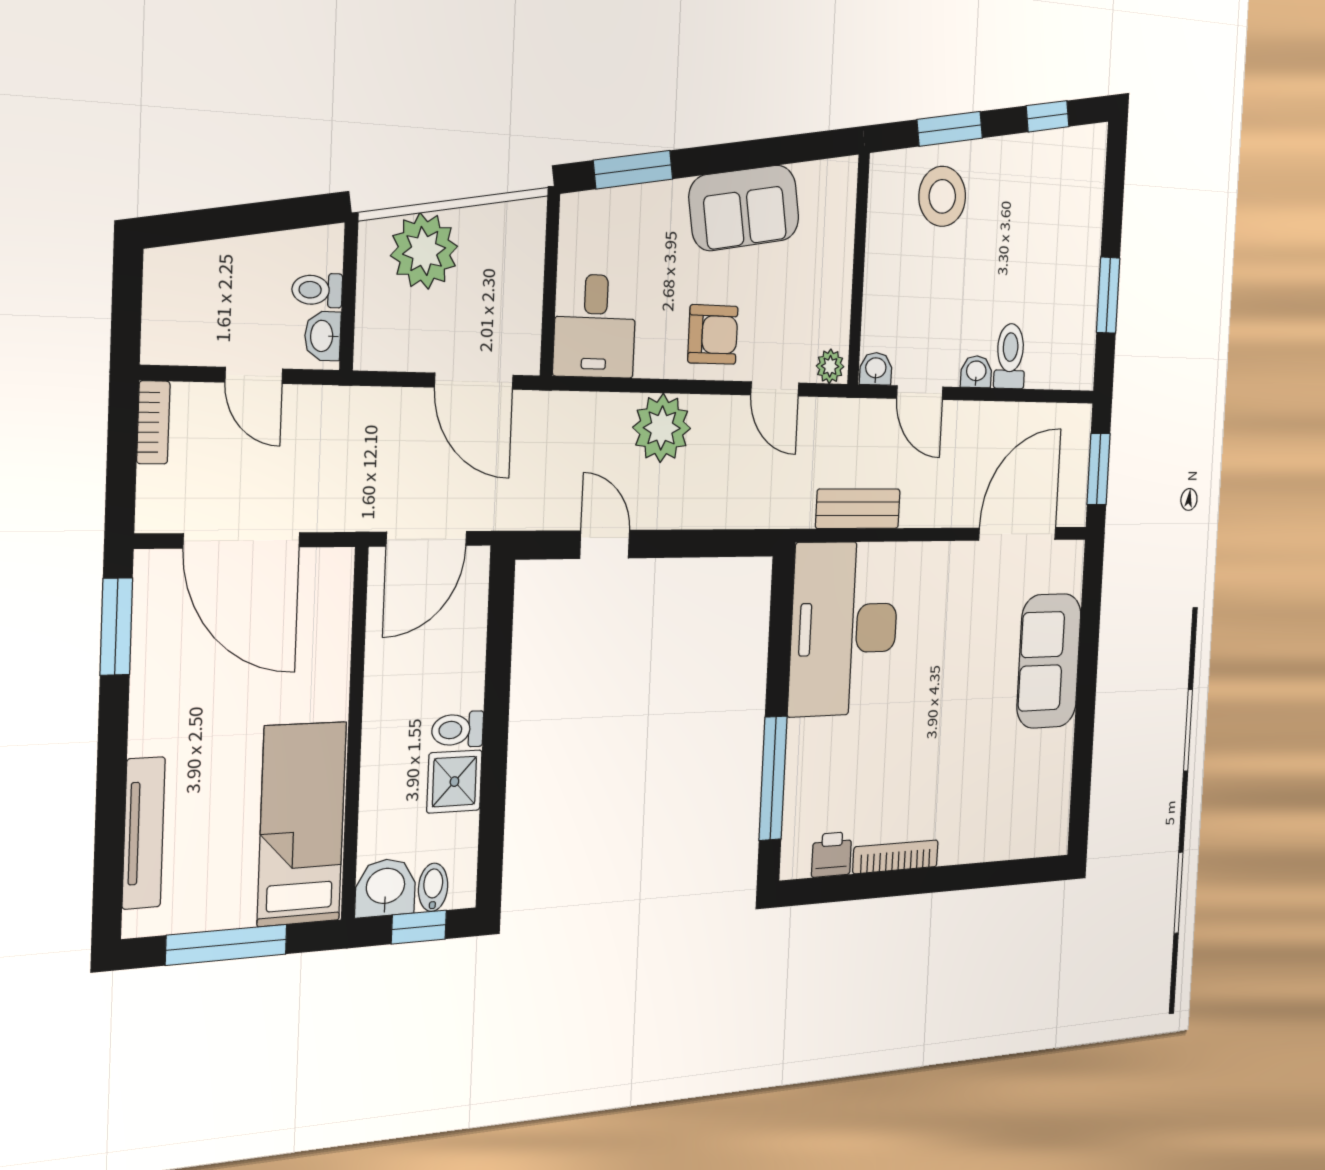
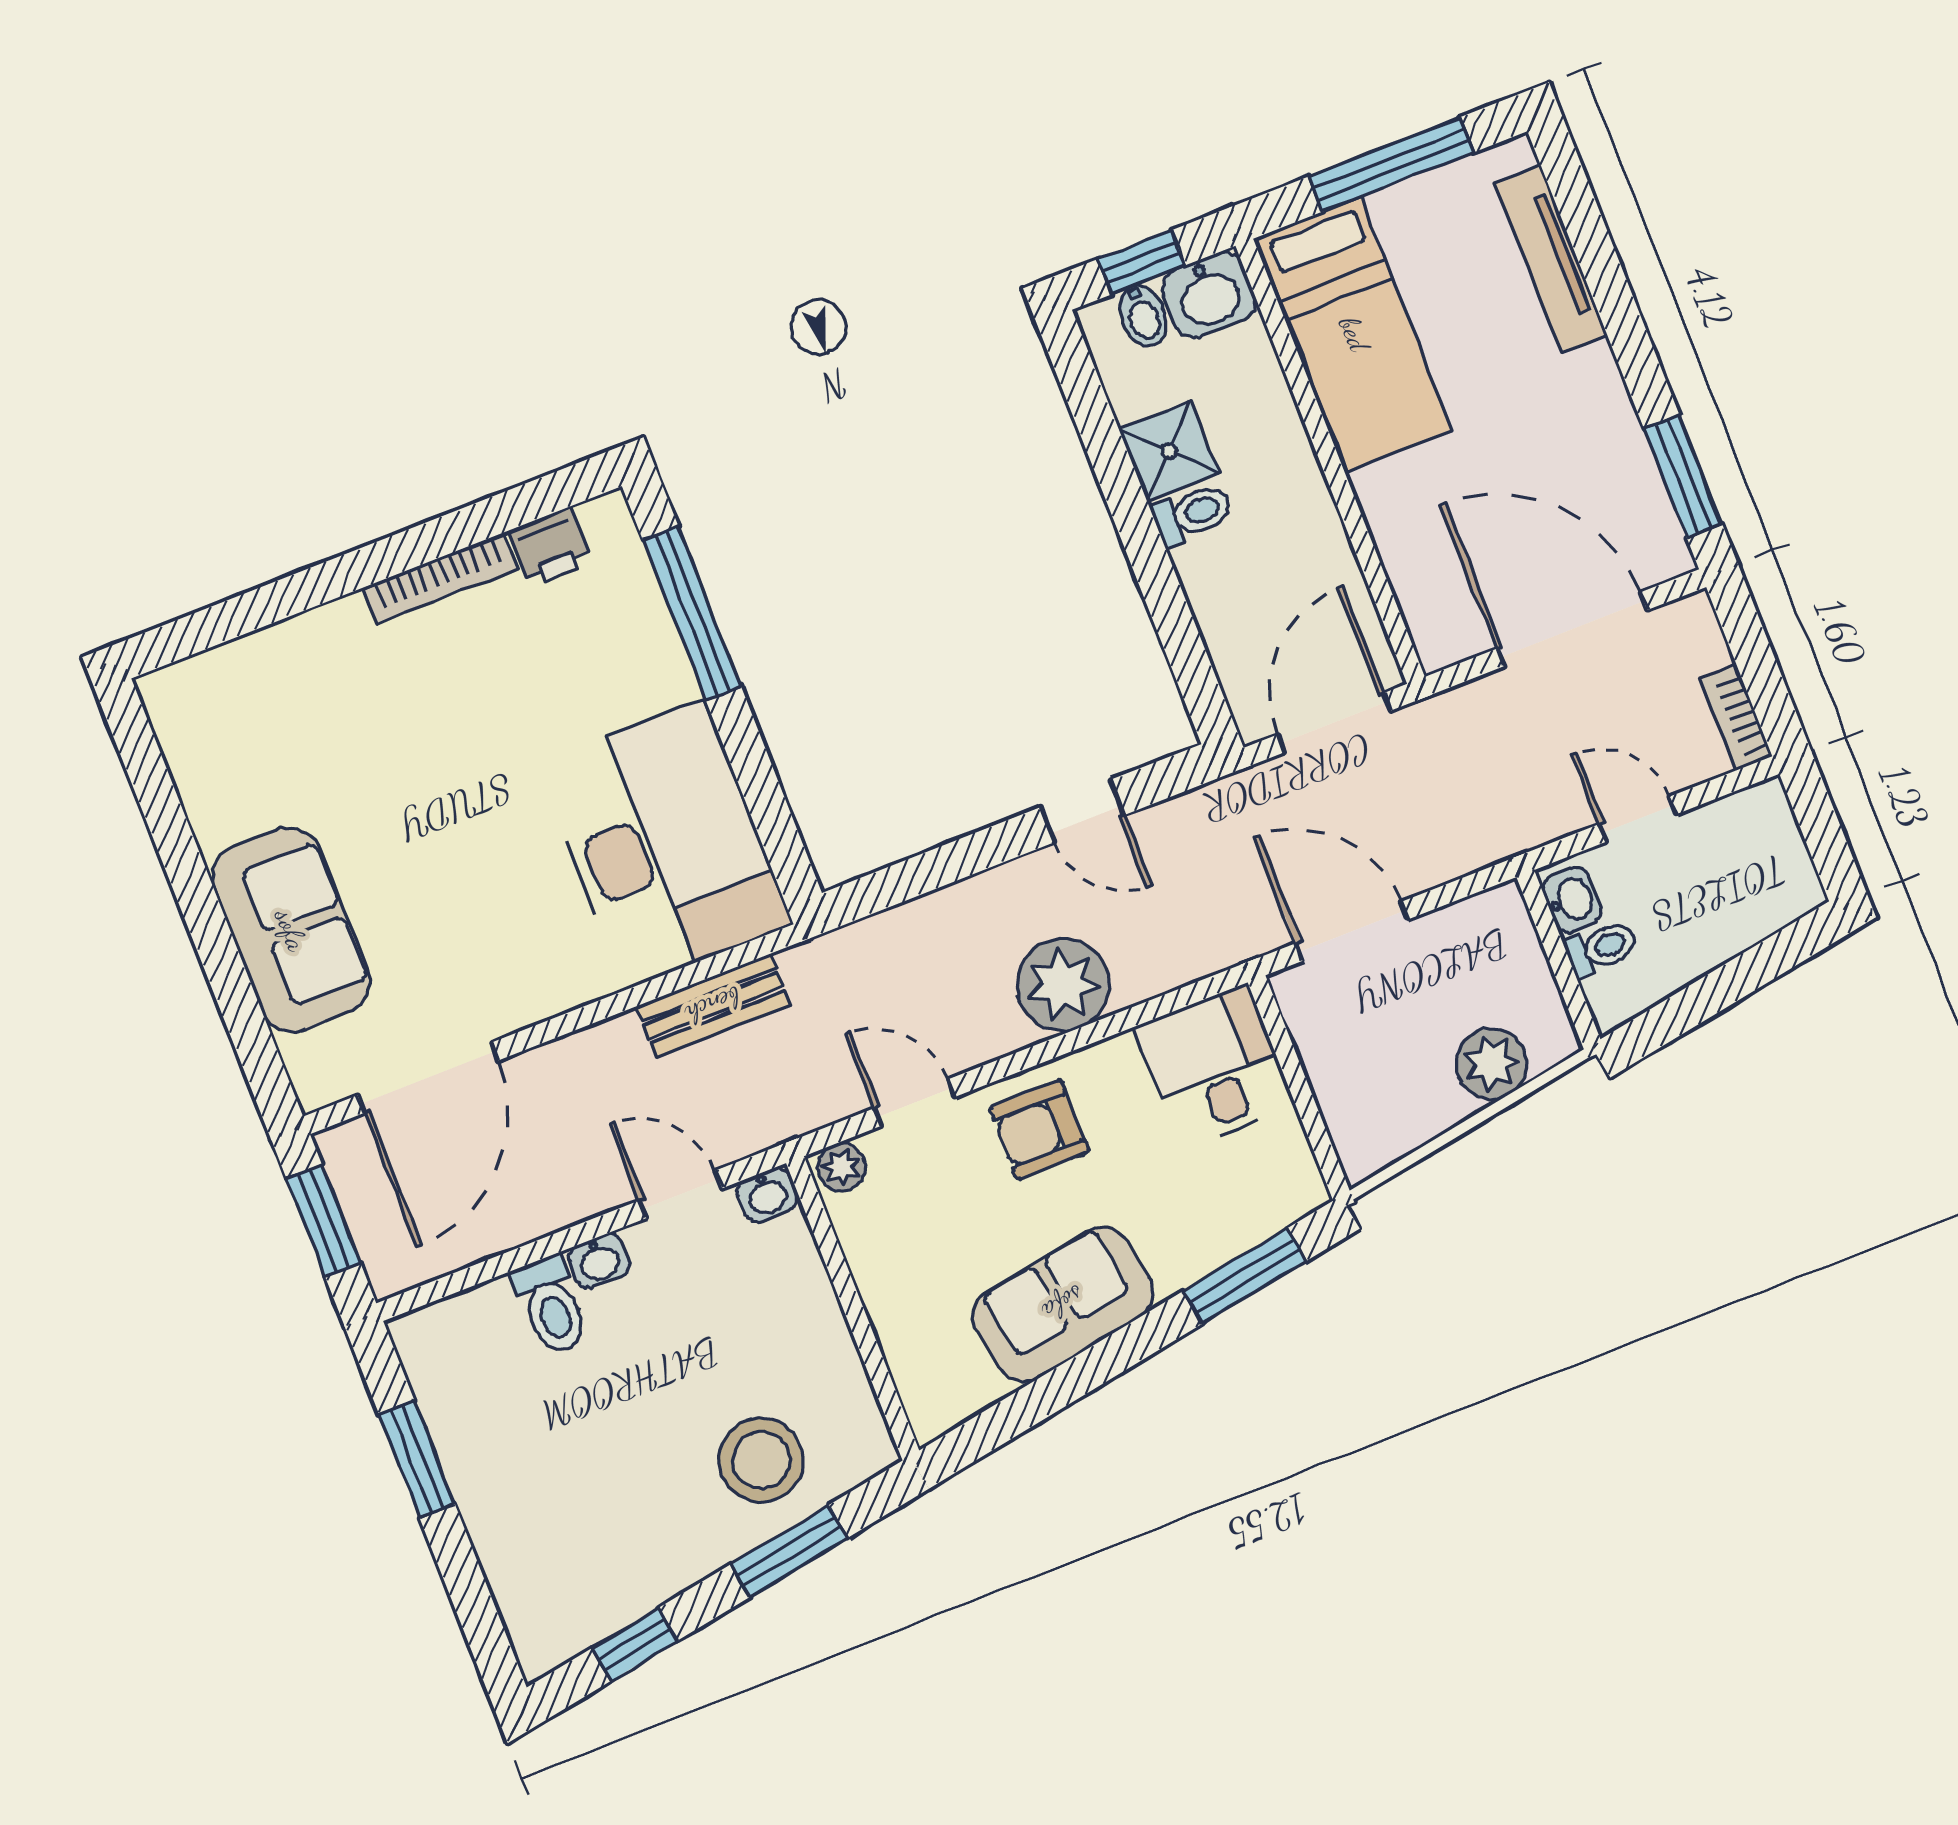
plant: (424, 251) -> (1491, 1064), width x0.73, depth x0.73

